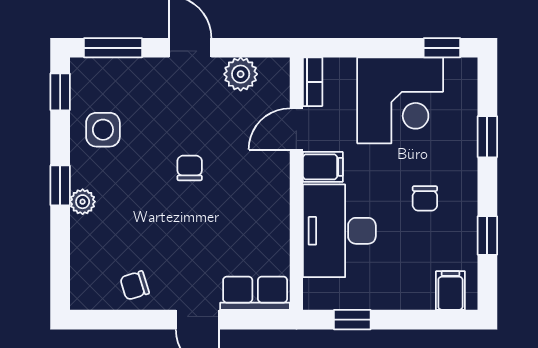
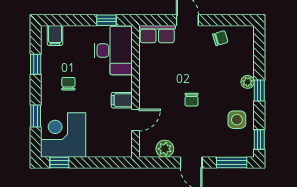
bookcase: (313, 82) -> (127, 145), removed
corner desk: (400, 100) -> (63, 135), moved
desk: (339, 231) -> (113, 51), moved

